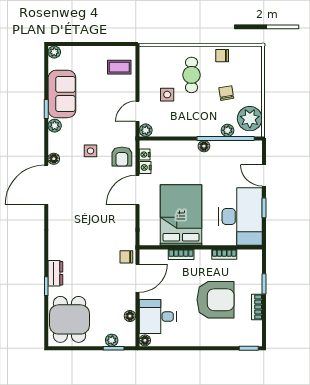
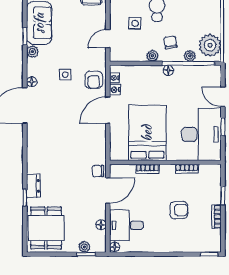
chair: (226, 93) -> (170, 42), moved
plant: (146, 130) -> (152, 56), moved
armchair: (216, 300) -> (179, 210), width x0.53, depth x0.53

